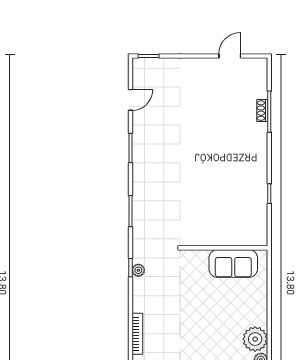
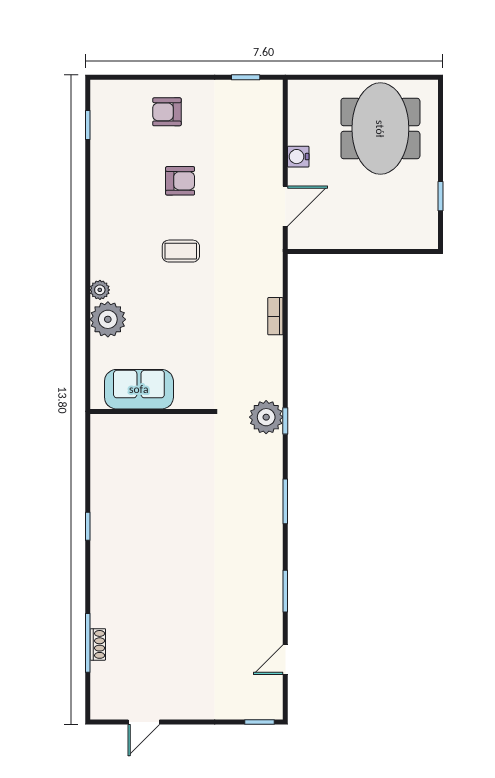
wall: (225, 248) -> (151, 411), moved
sofa: (233, 263) -> (139, 389), moved
plant: (138, 270) -> (266, 417), width x1.87, depth x1.87
bookcase: (137, 334) -> (275, 316), width x0.64

